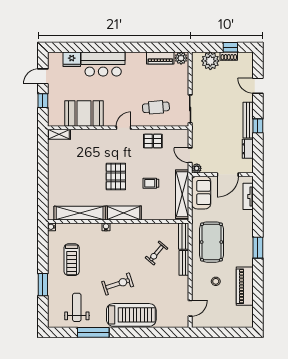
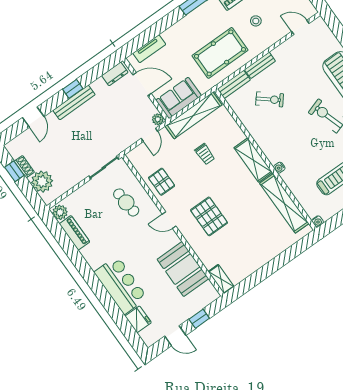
dresser: (248, 149) -> (115, 74), moved
pallet: (116, 176) -> (209, 216), moved, turned 90

